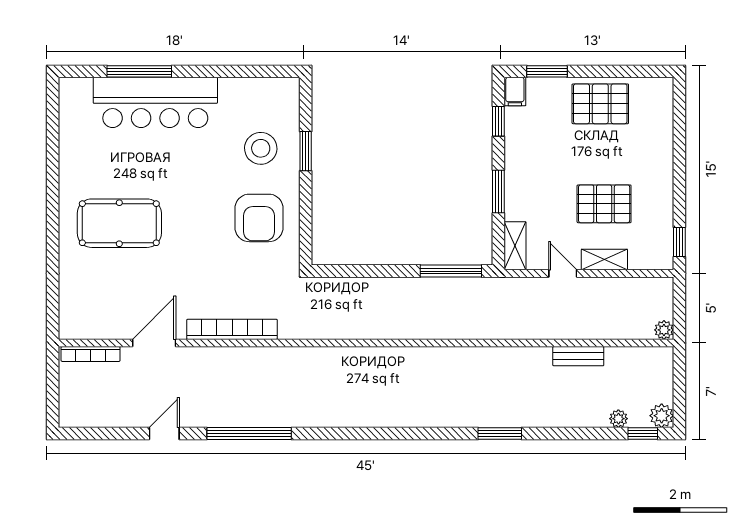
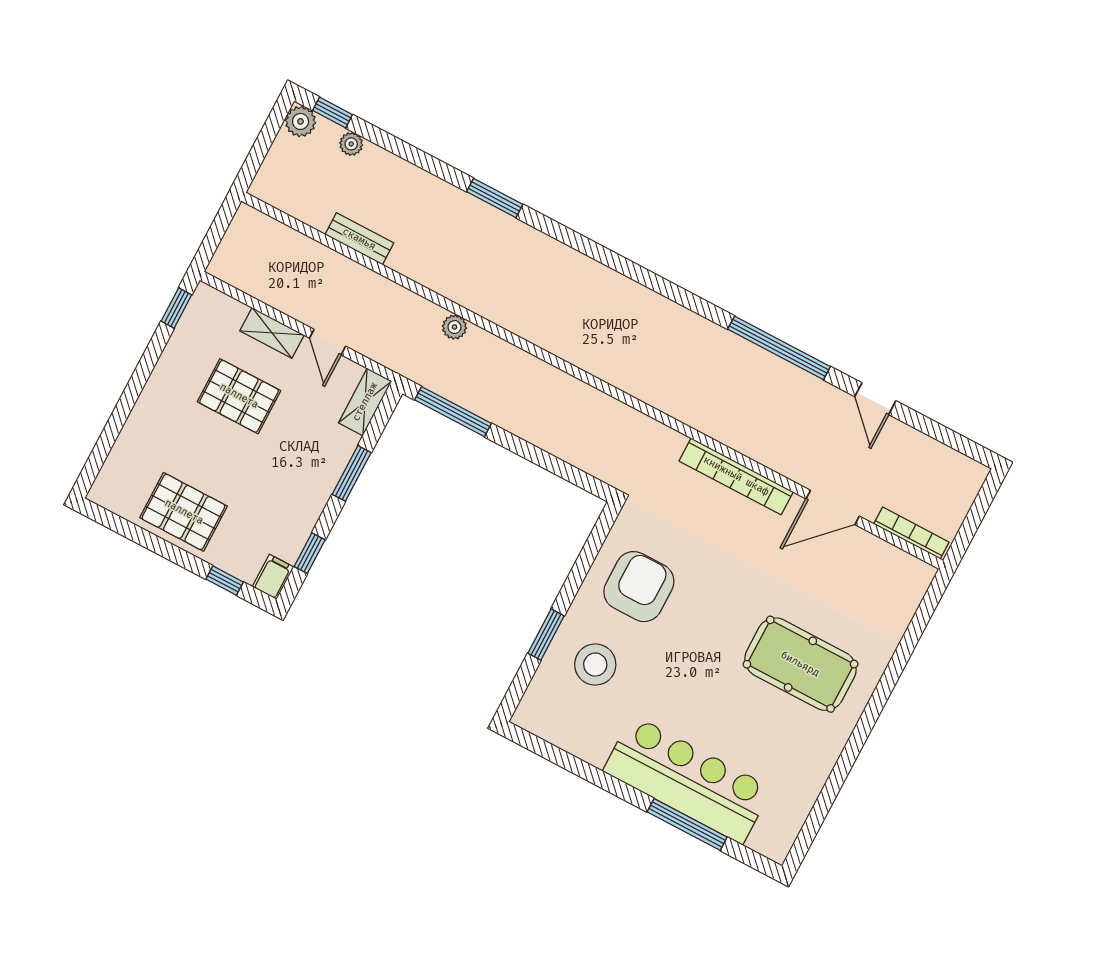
window: (547, 71) -> (225, 581), width x0.67
plant: (664, 330) -> (454, 327), moved
door: (164, 434) -> (875, 399), hinge flipped

